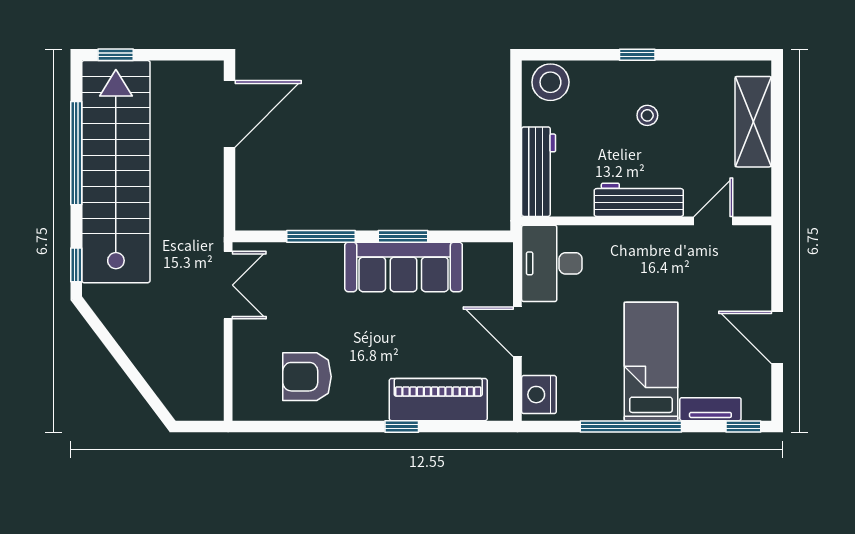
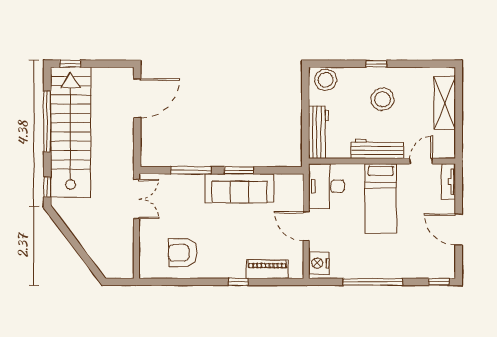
stool: (647, 115) -> (382, 99), width x1.89, depth x1.89
bed: (651, 362) -> (381, 198), moved, turned 180
piano: (438, 400) -> (267, 269), width x0.73, depth x0.75
tv unit: (710, 409) -> (448, 182), moved, turned -90

